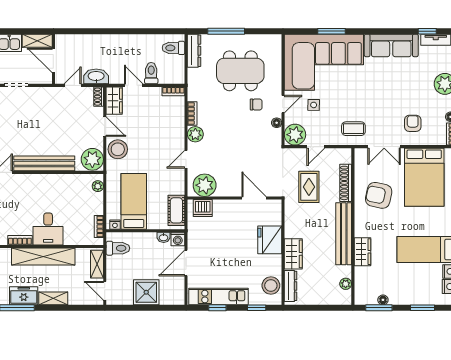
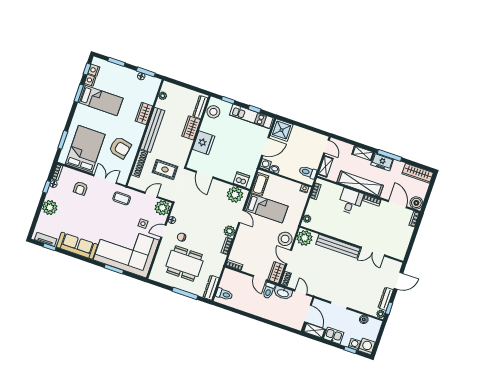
toilet: (151, 73) -> (269, 291), moved
door: (73, 85) -> (301, 292), swing flipped
door: (186, 159) -> (241, 216), hinge flipped
rug: (309, 187) -> (165, 169), turned 90
bed: (134, 201) -> (266, 208), moved, turned -90
shower: (146, 292) -> (282, 130), moved

